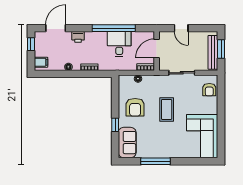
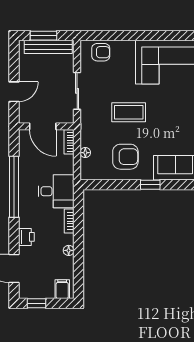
desk: (119, 44) -> (56, 191), moved, turned 180

